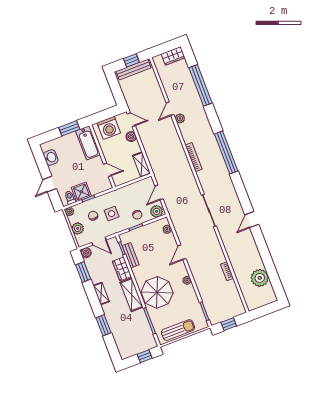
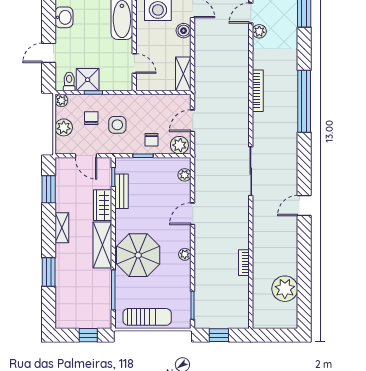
boiler: (86, 253) -> (62, 165), removed

